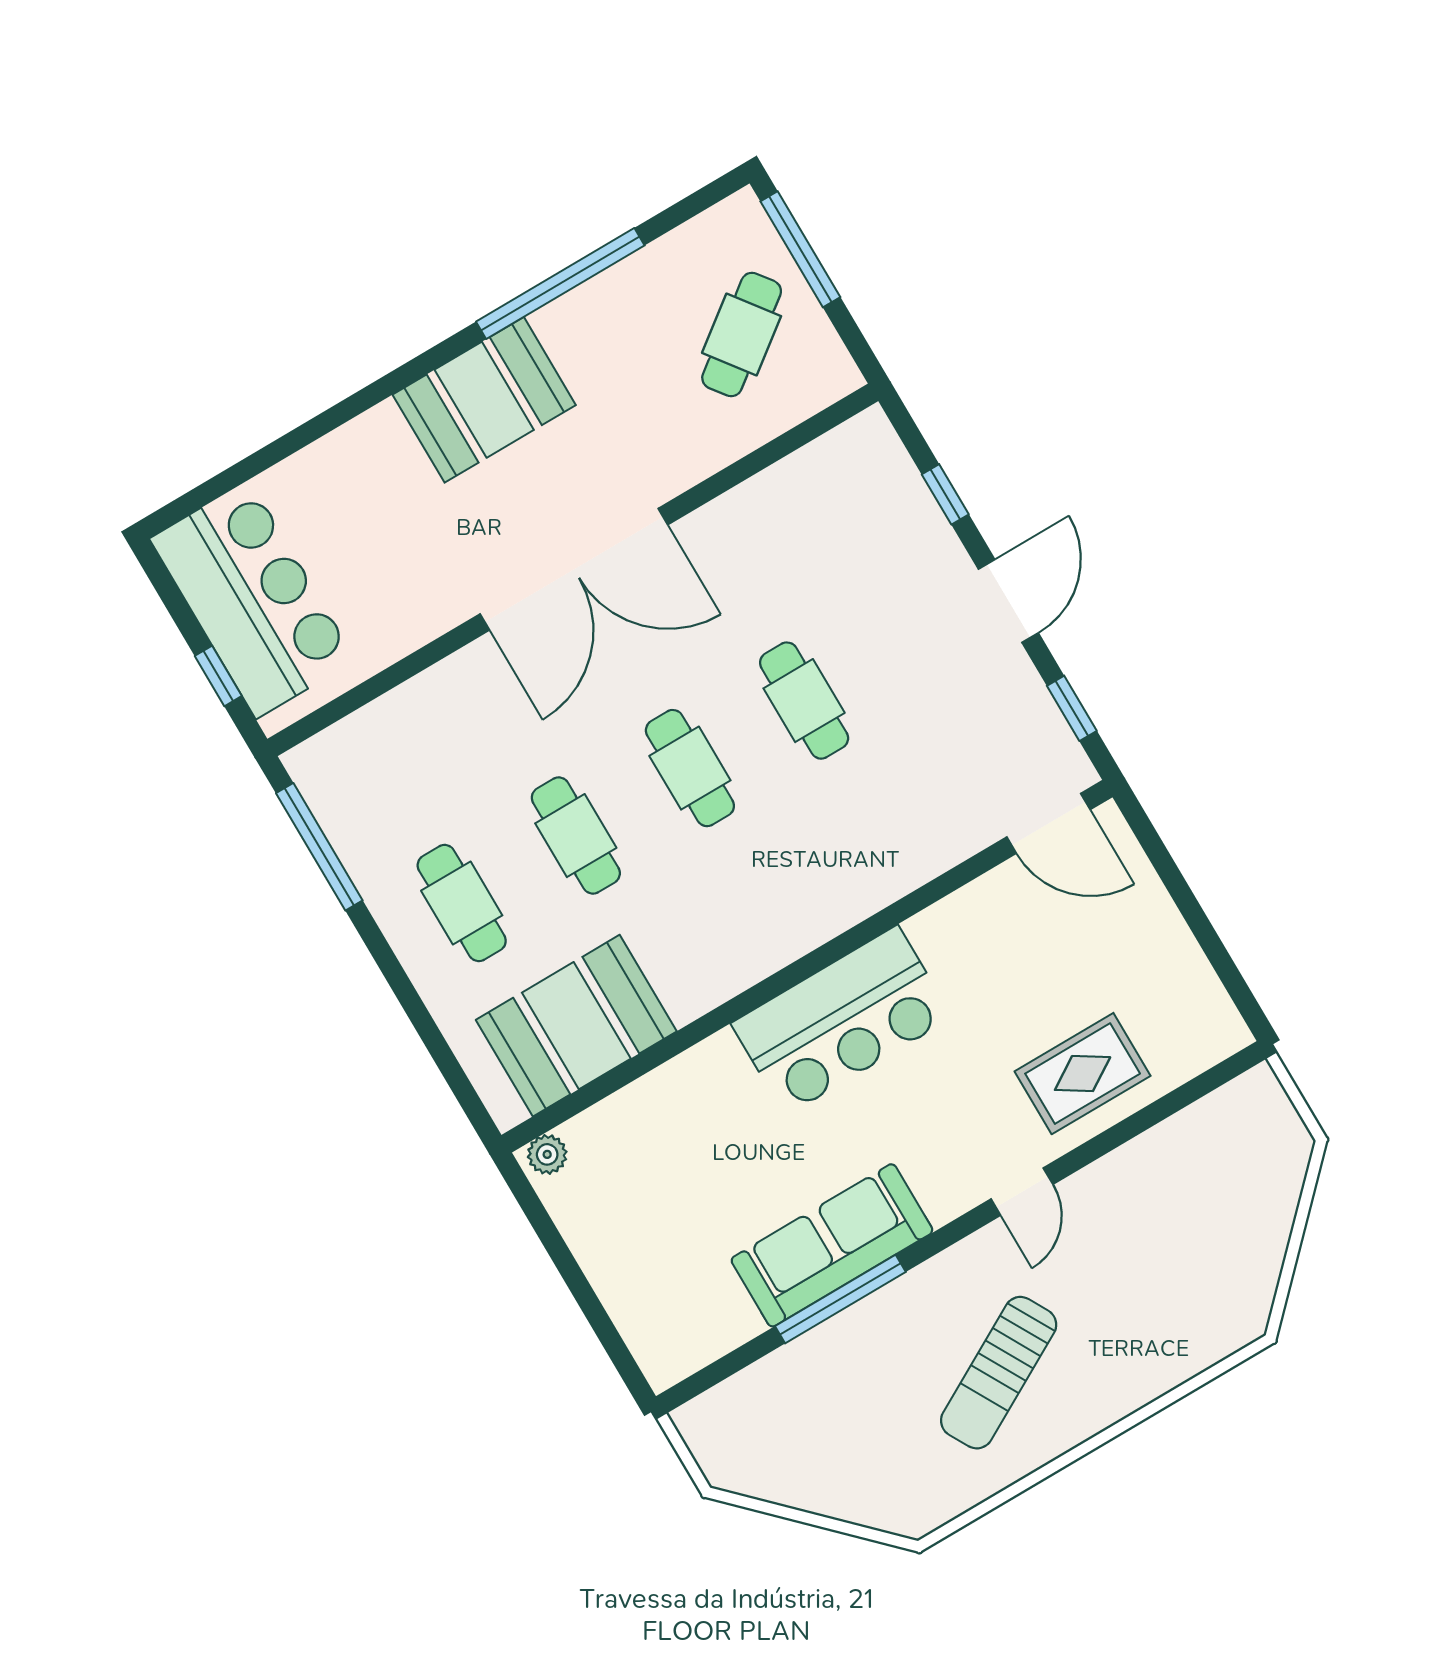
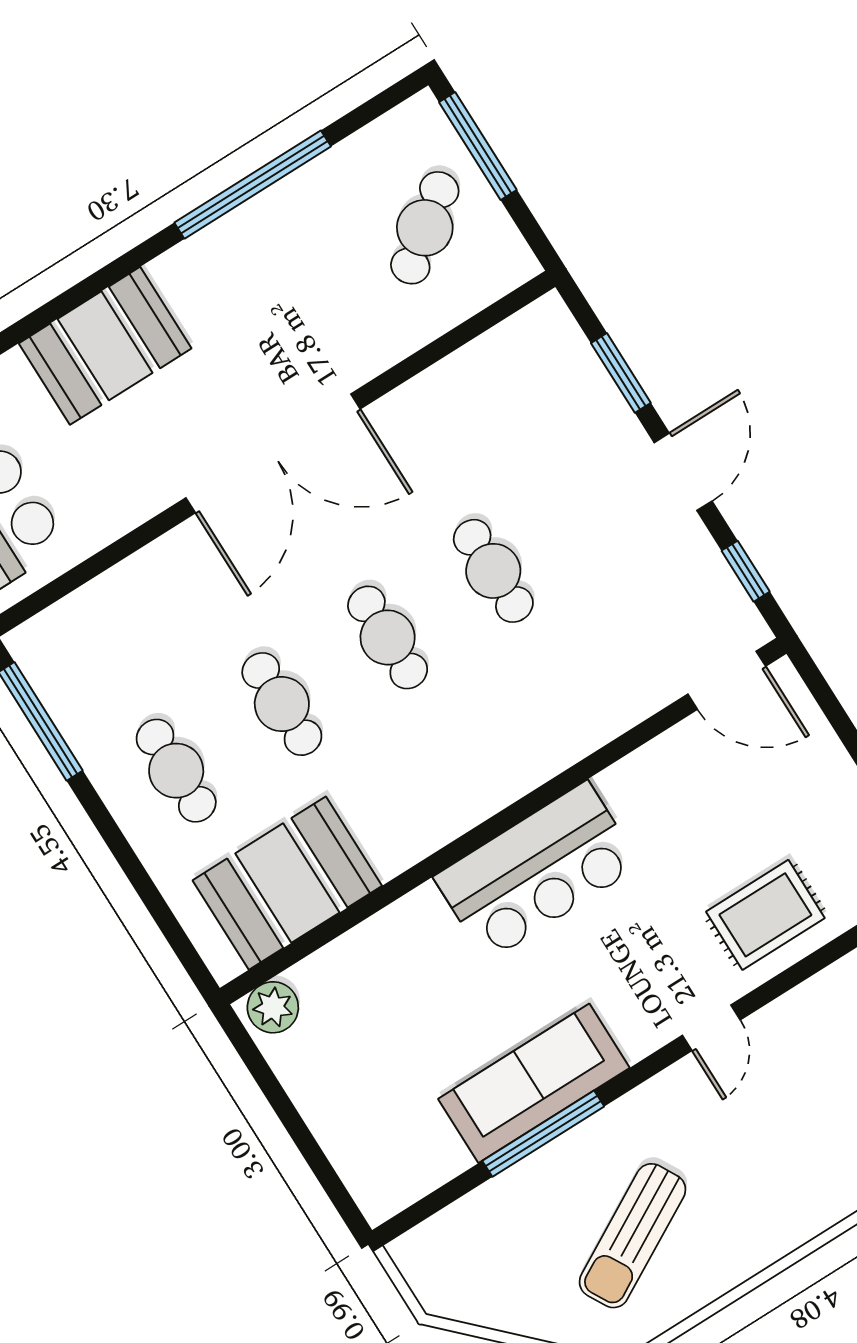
booth: (484, 400) -> (105, 346), moved
window: (945, 494) -> (621, 373), width x1.50
plant: (547, 1154) -> (273, 1007), width x1.38, depth x1.38
sun lounger: (999, 1373) -> (632, 1236), moved

